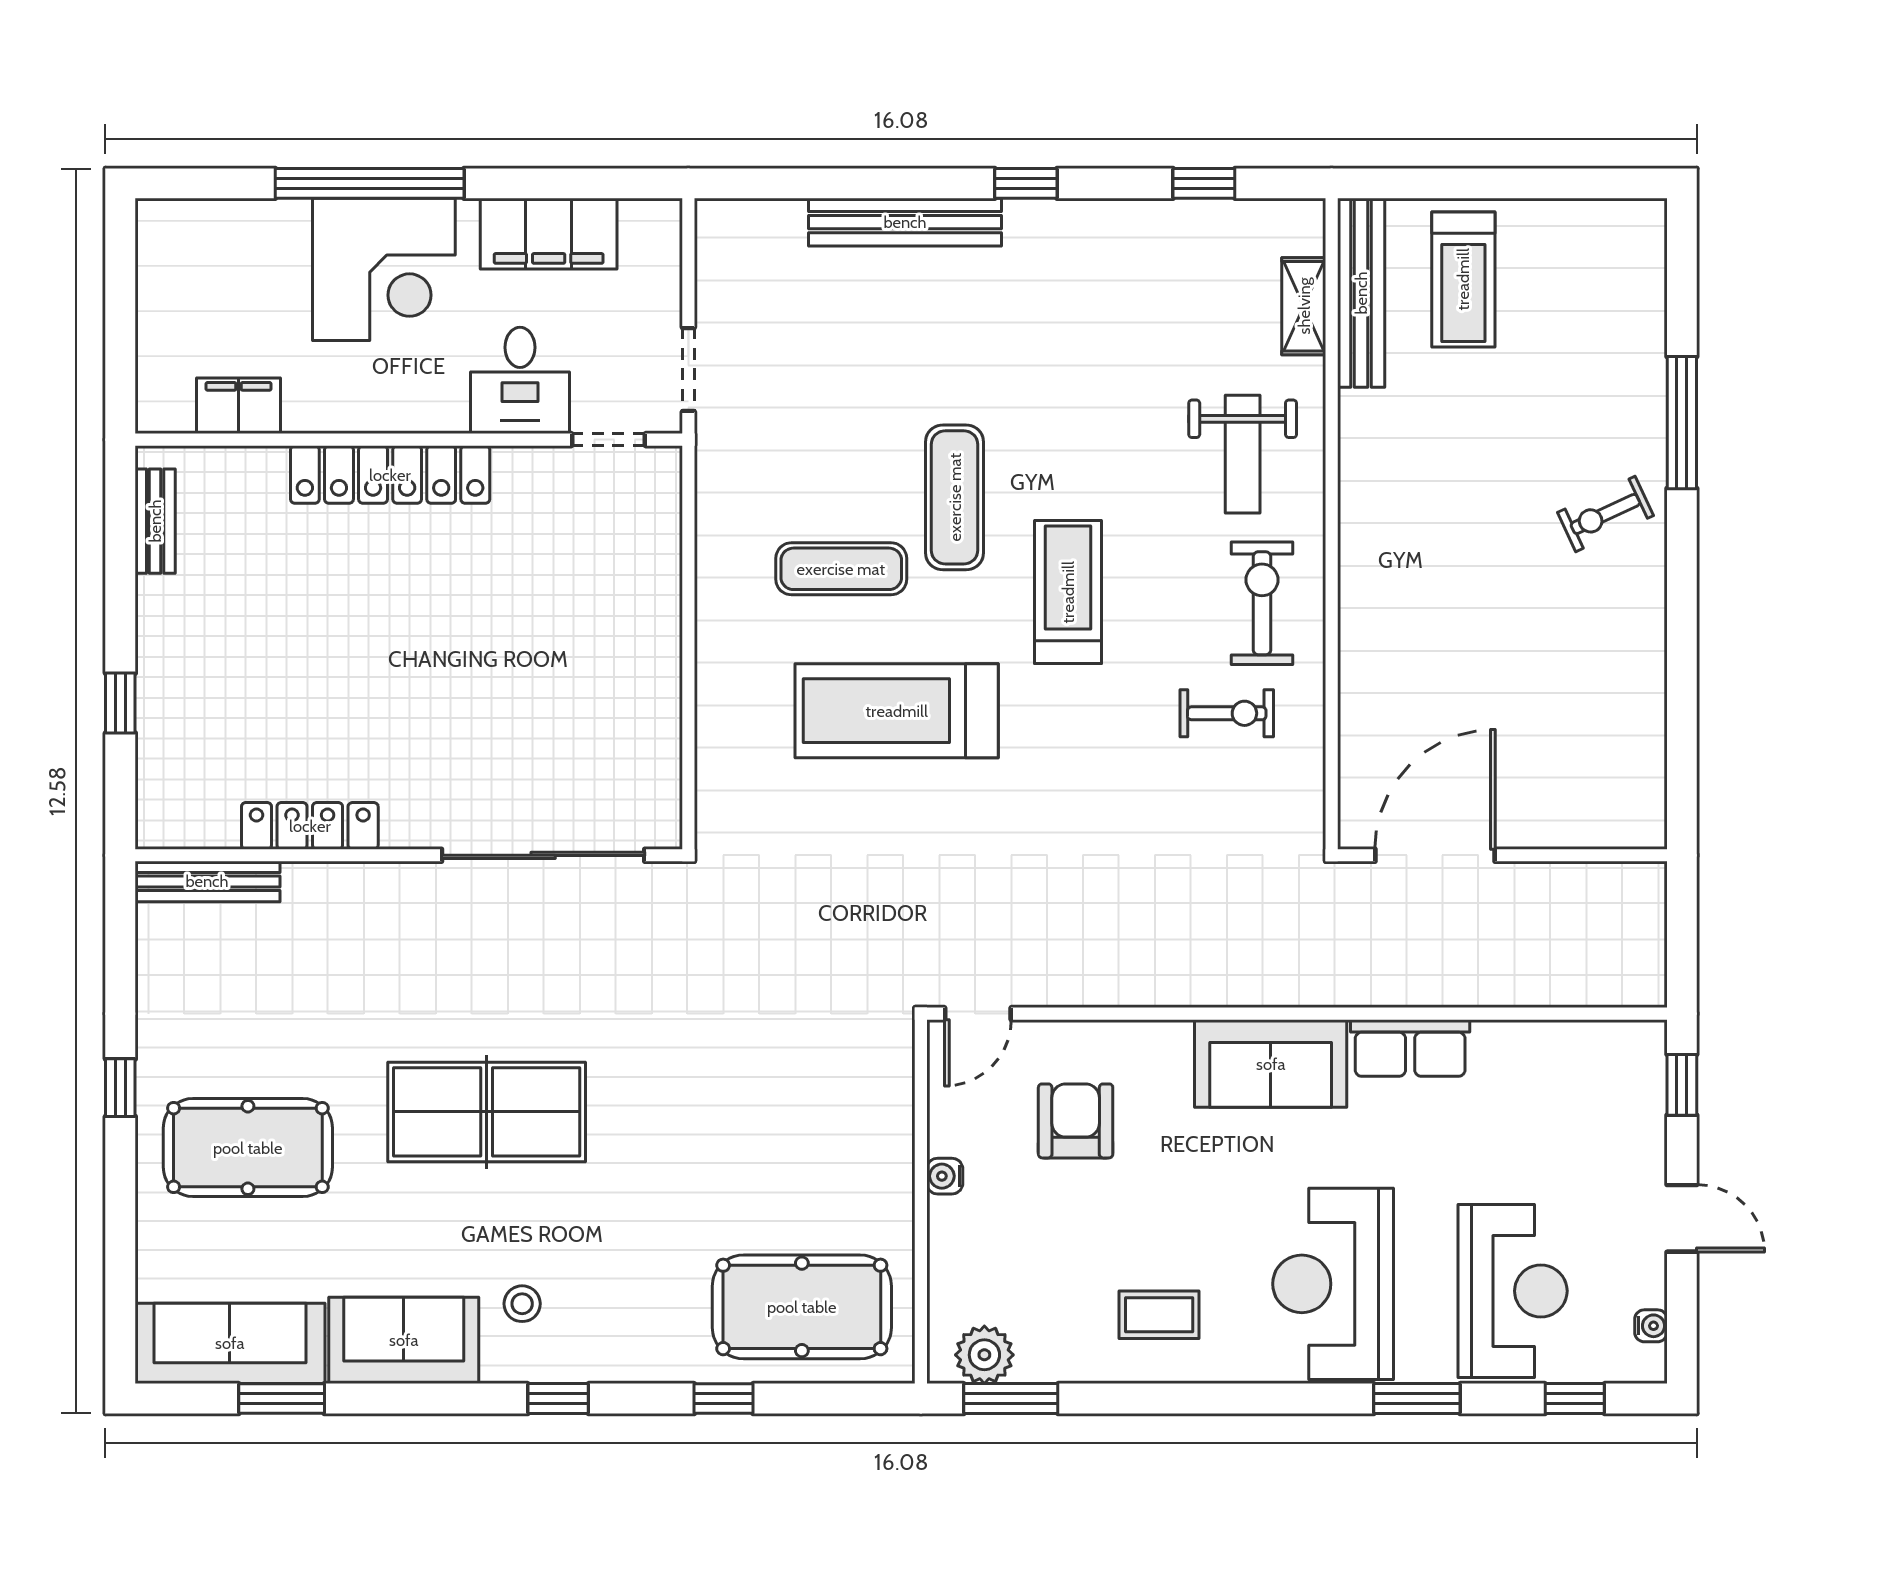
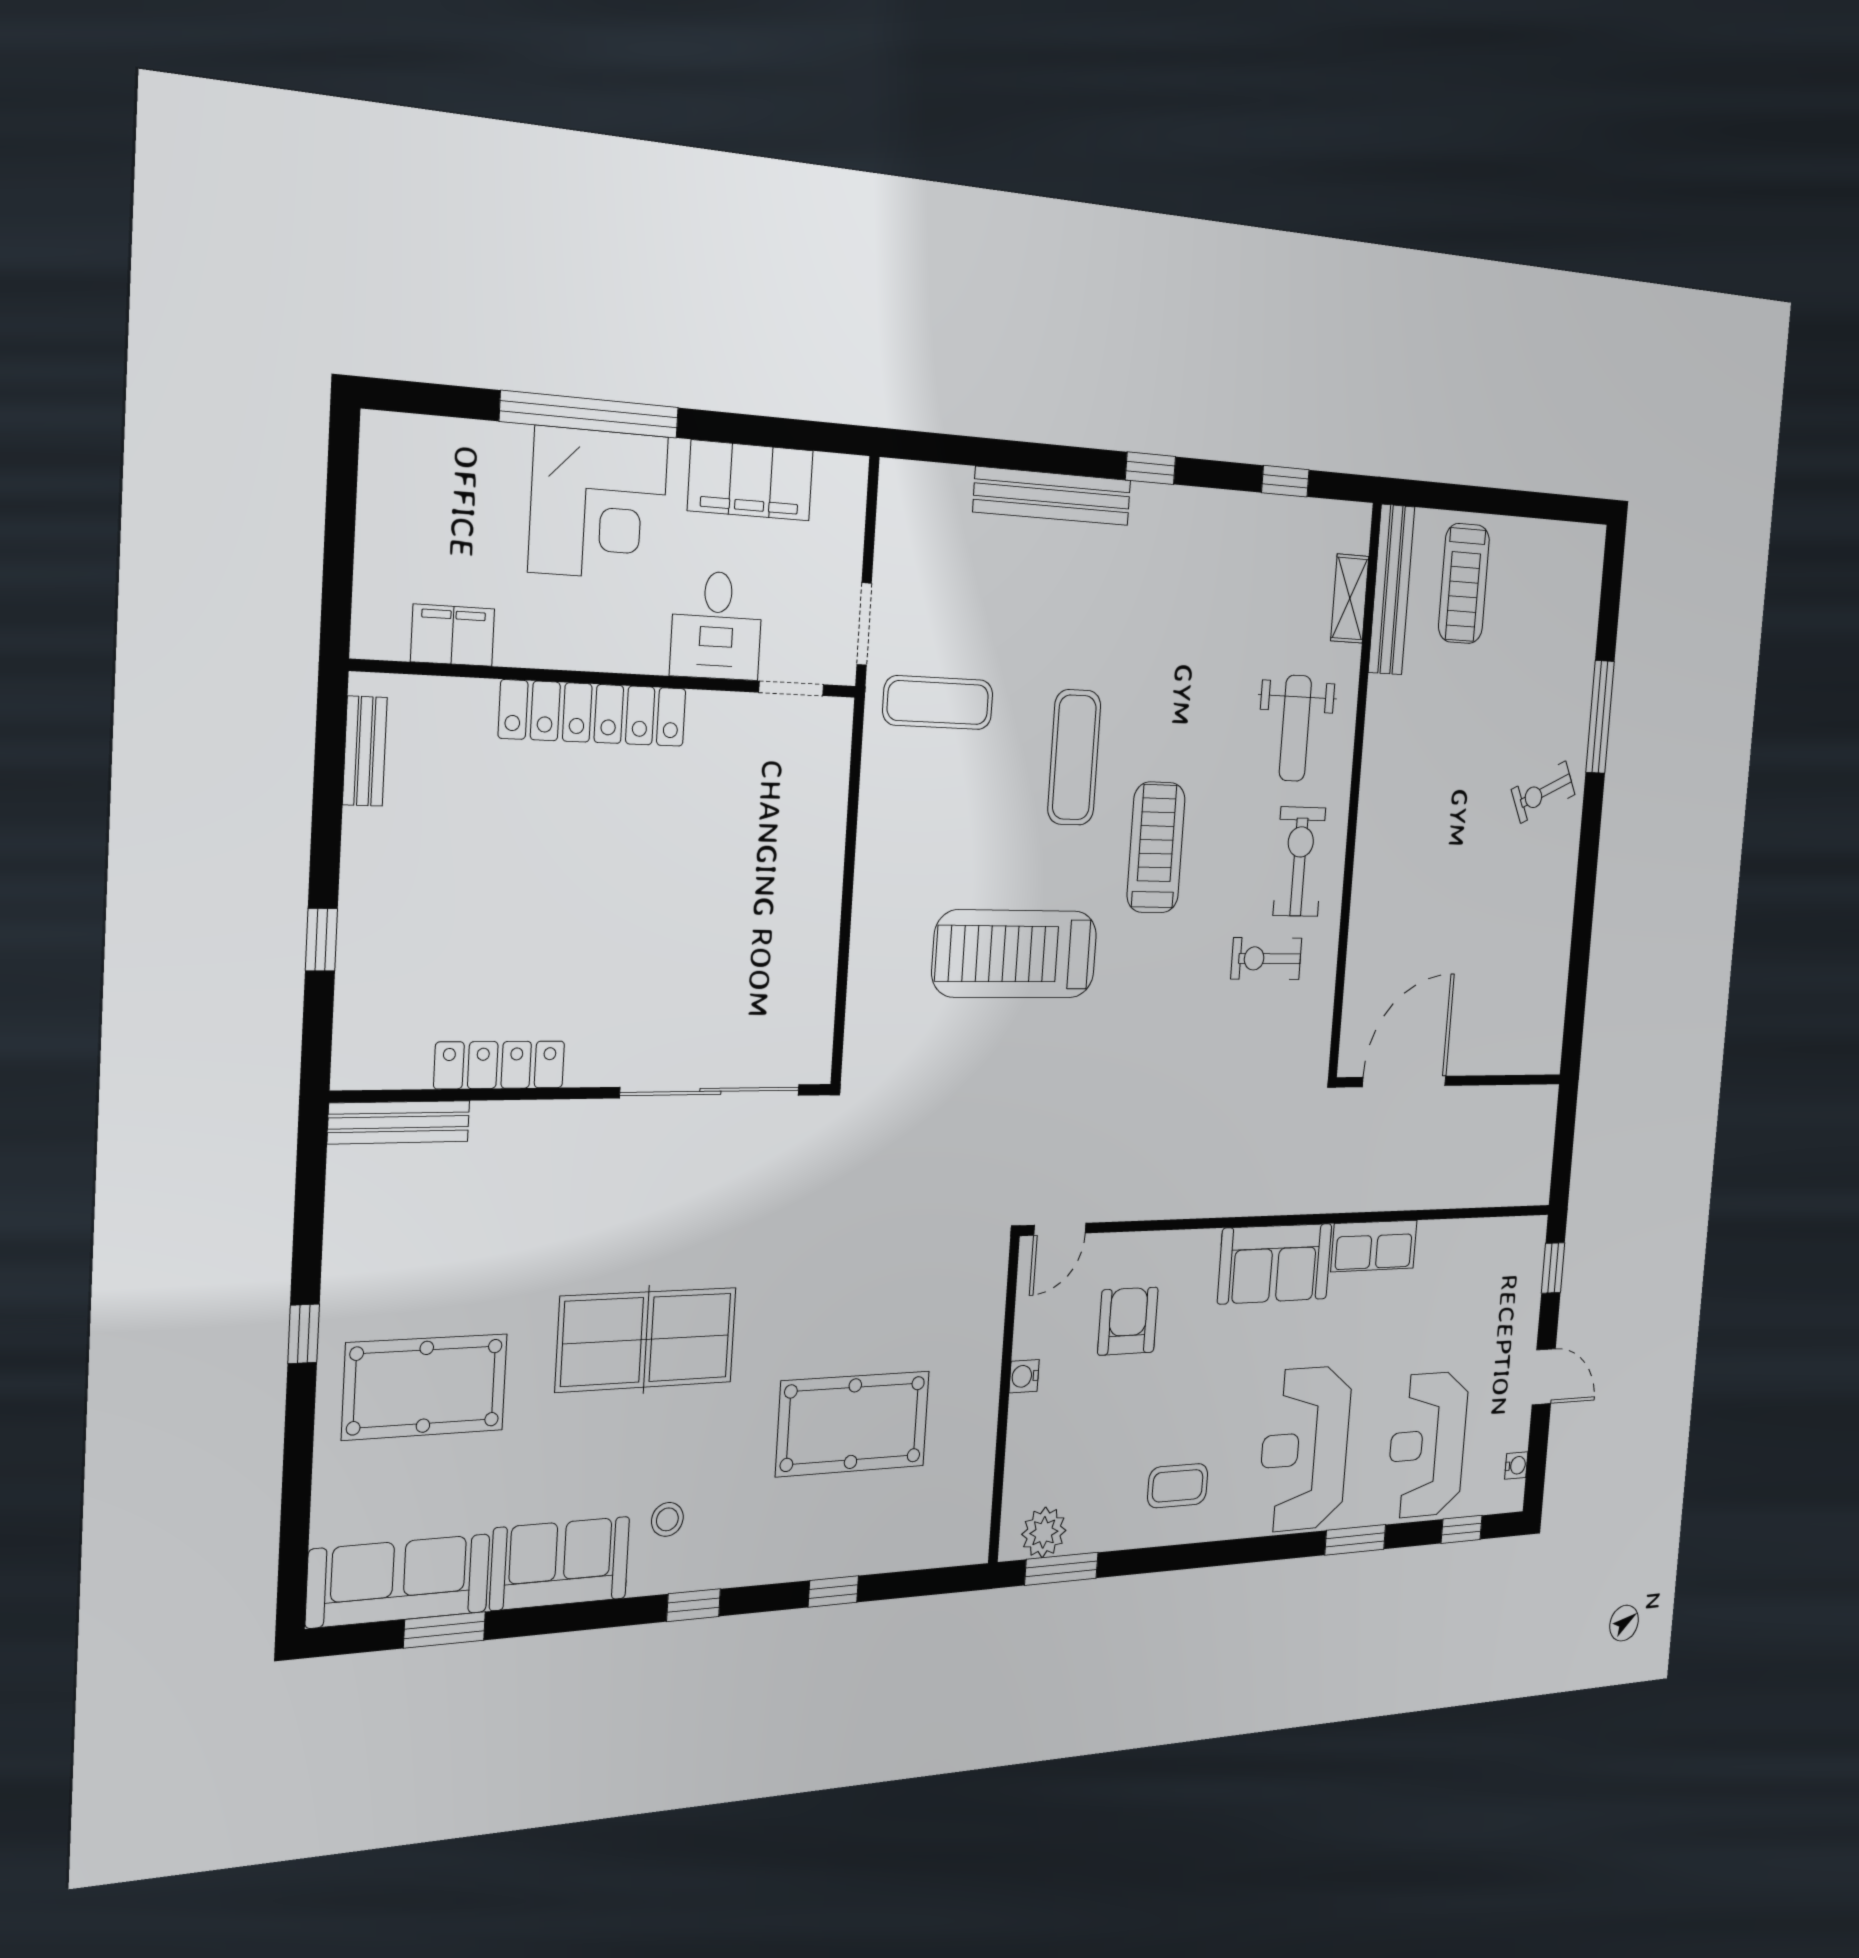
exercise mat: (841, 569) -> (938, 703), moved
exercise bike: (1227, 713) -> (1266, 959), turned 180
reception desk: (1513, 1291) -> (1427, 1445), turned 180
pool table: (802, 1307) -> (853, 1424), moved

